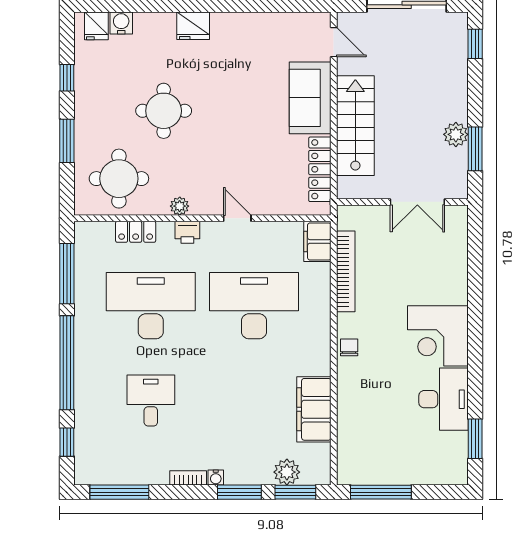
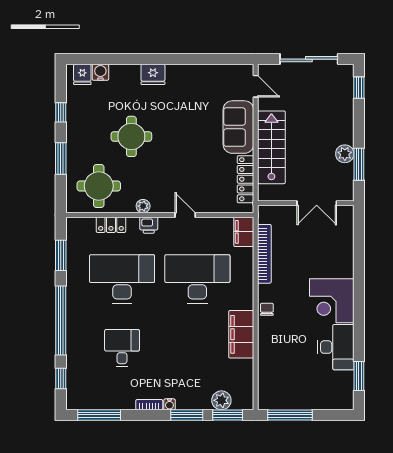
window: (67, 274) -> (61, 255), width x0.69
filing cabinet: (314, 409) -> (241, 334), moved

